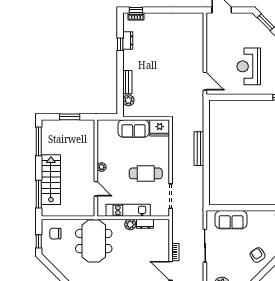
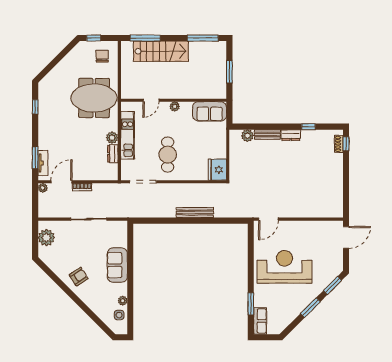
dresser: (128, 40) -> (291, 135), moved
reception desk: (249, 66) -> (284, 267), width x1.36, depth x1.30
sofa: (133, 129) -> (210, 111), moved, turned -90
sofa: (231, 220) -> (117, 265), moved

